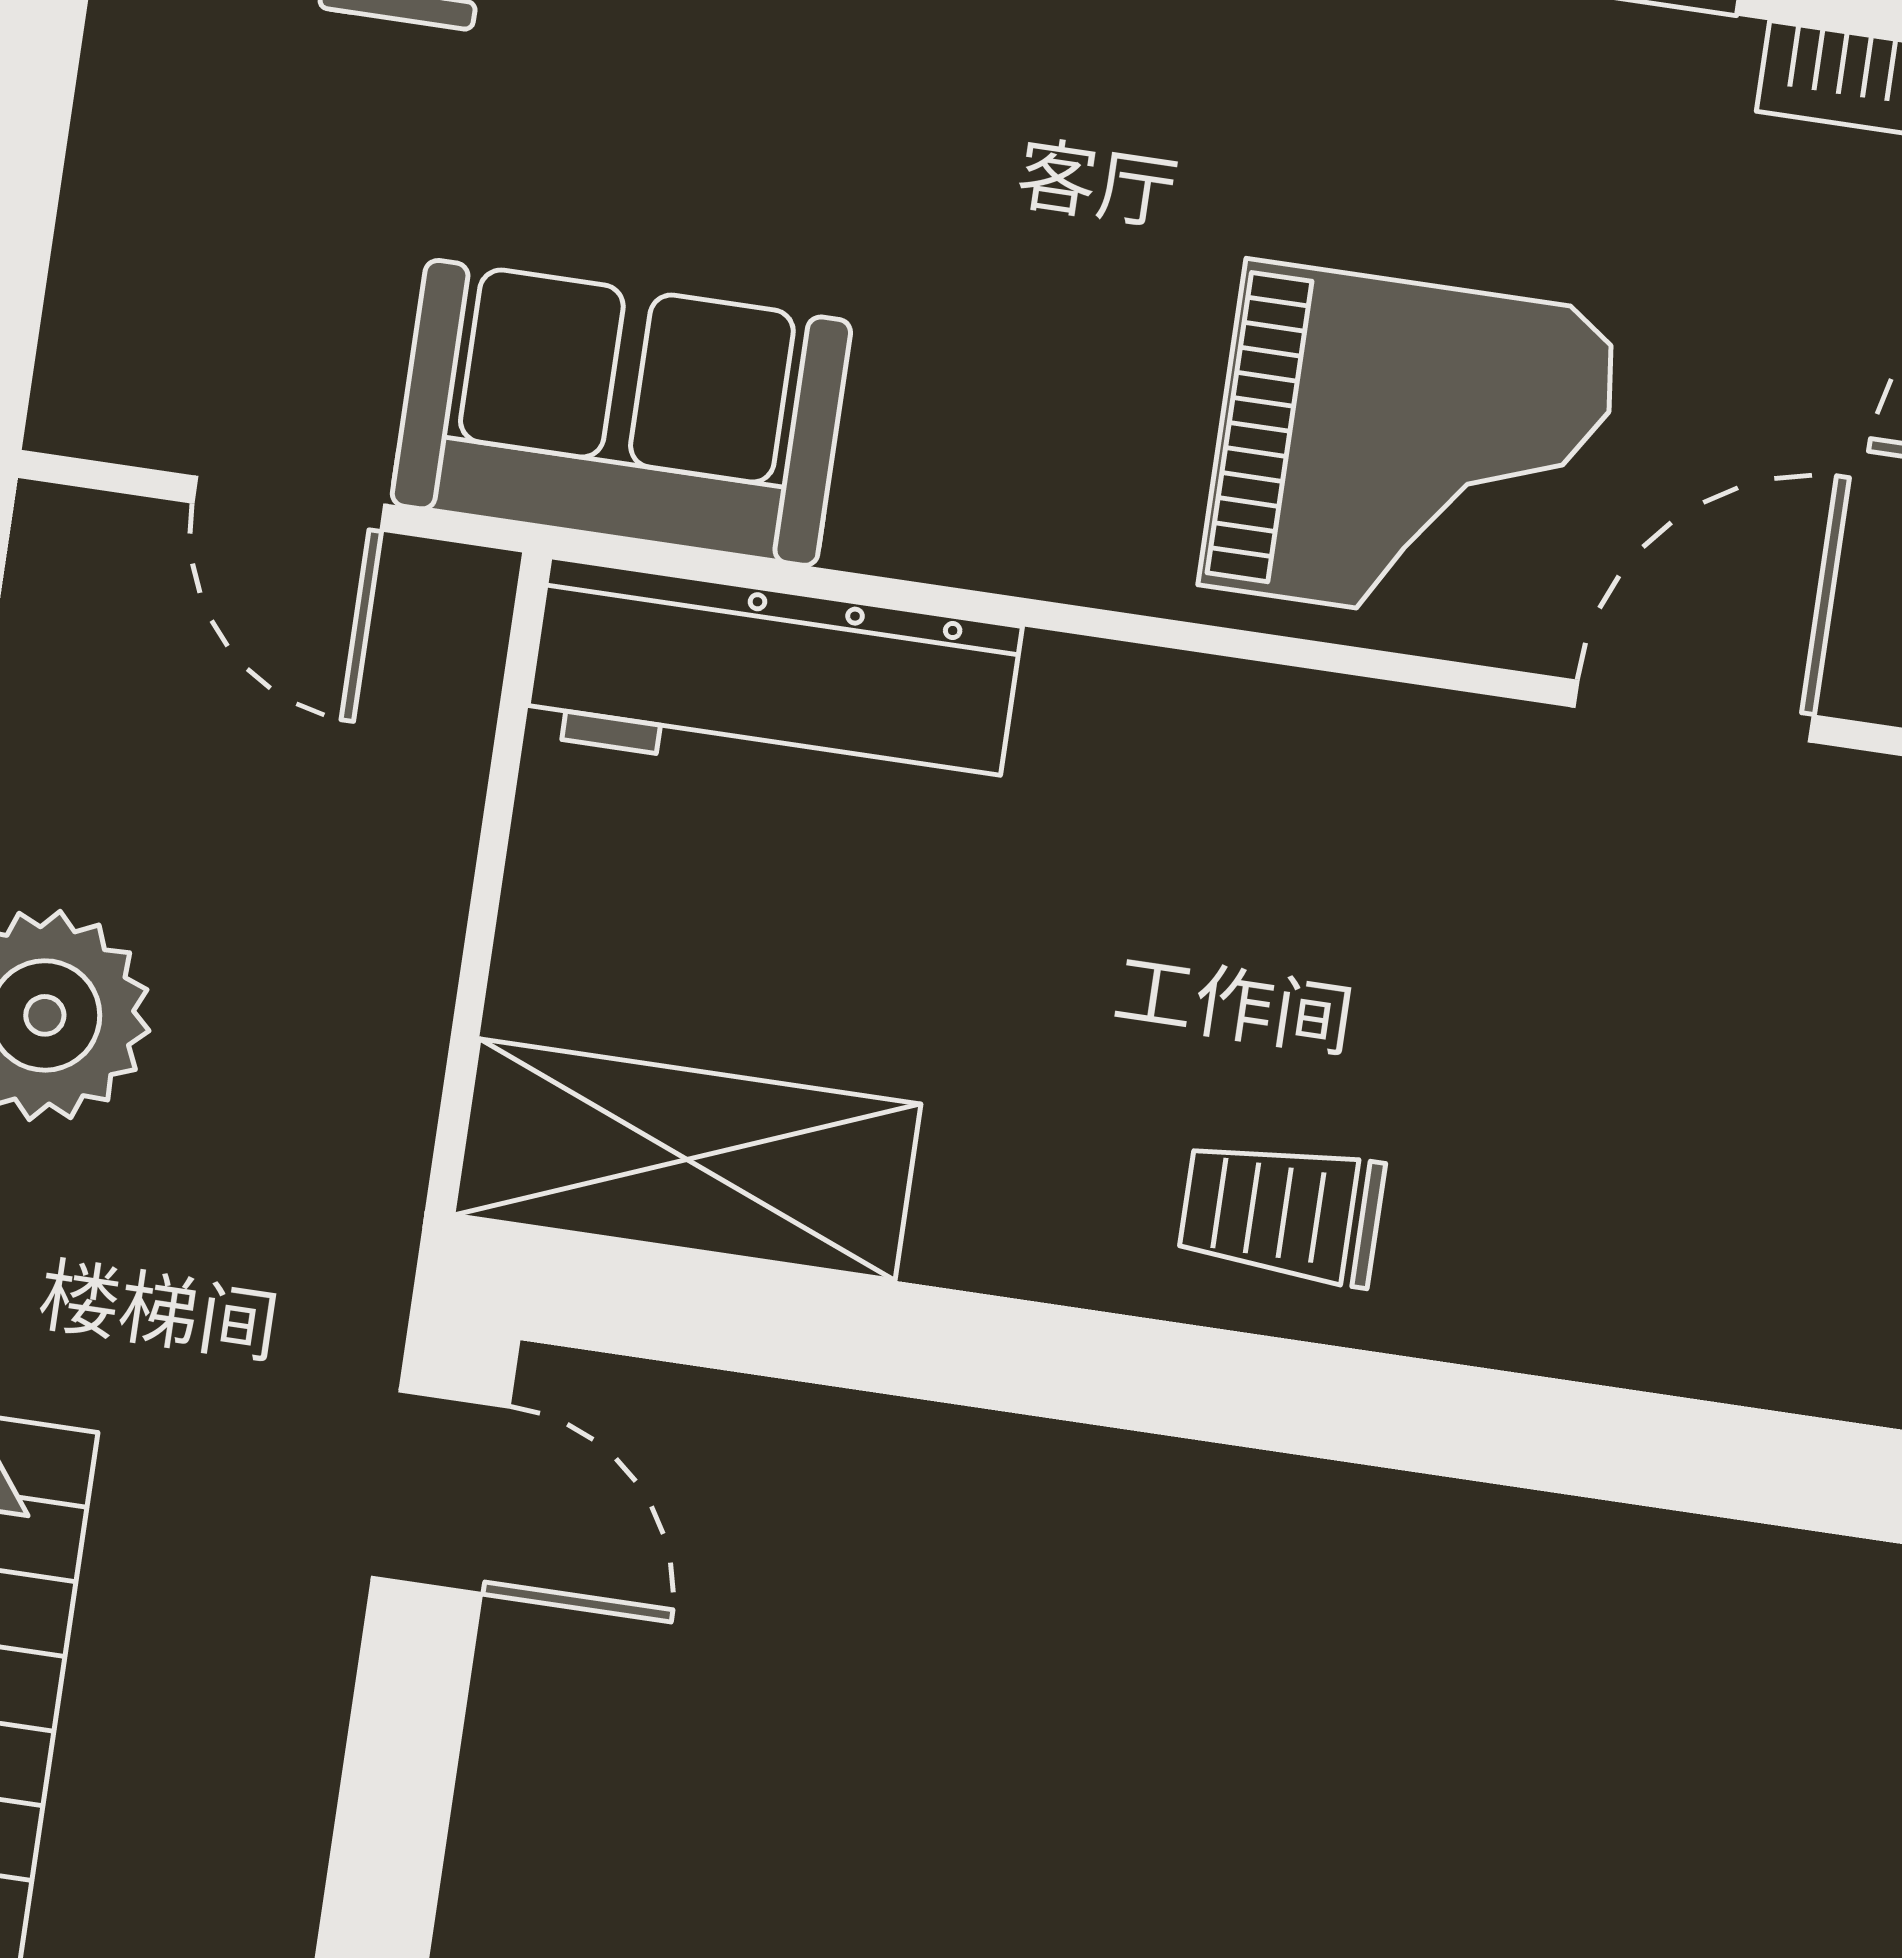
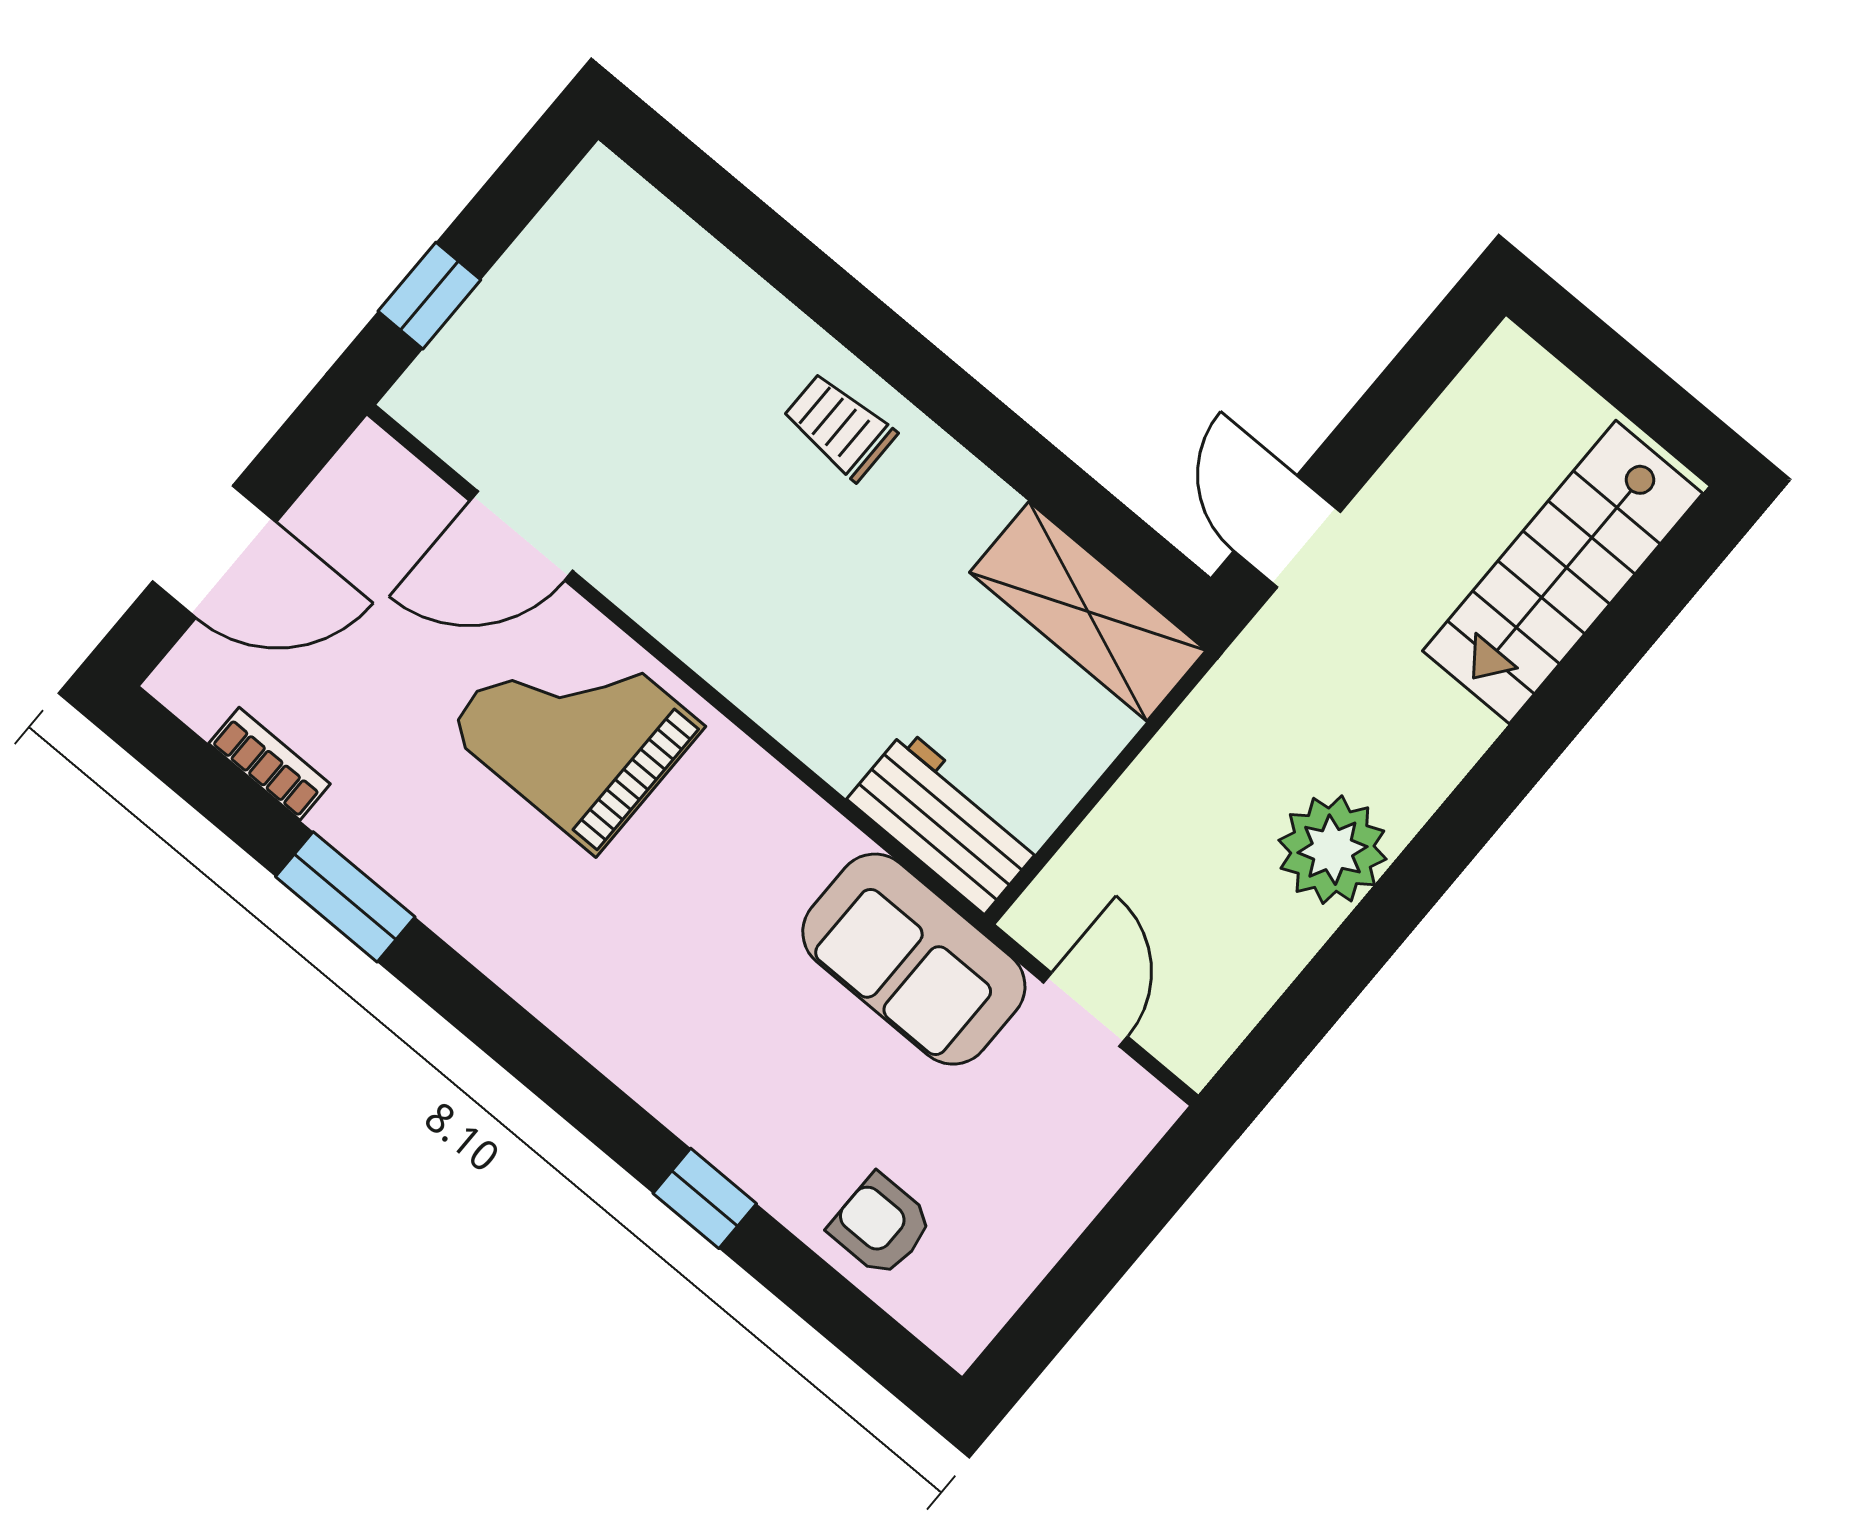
workbench: (773, 680) -> (945, 821), width x0.73
trolley: (1281, 1212) -> (840, 427), turned 180

